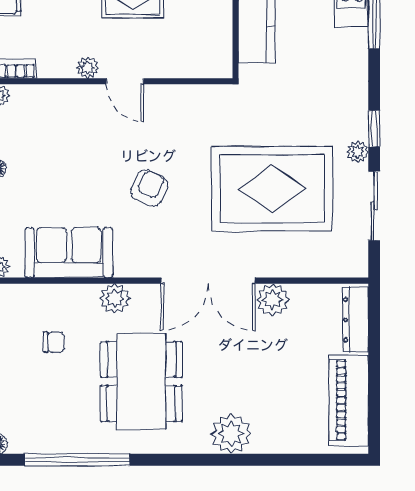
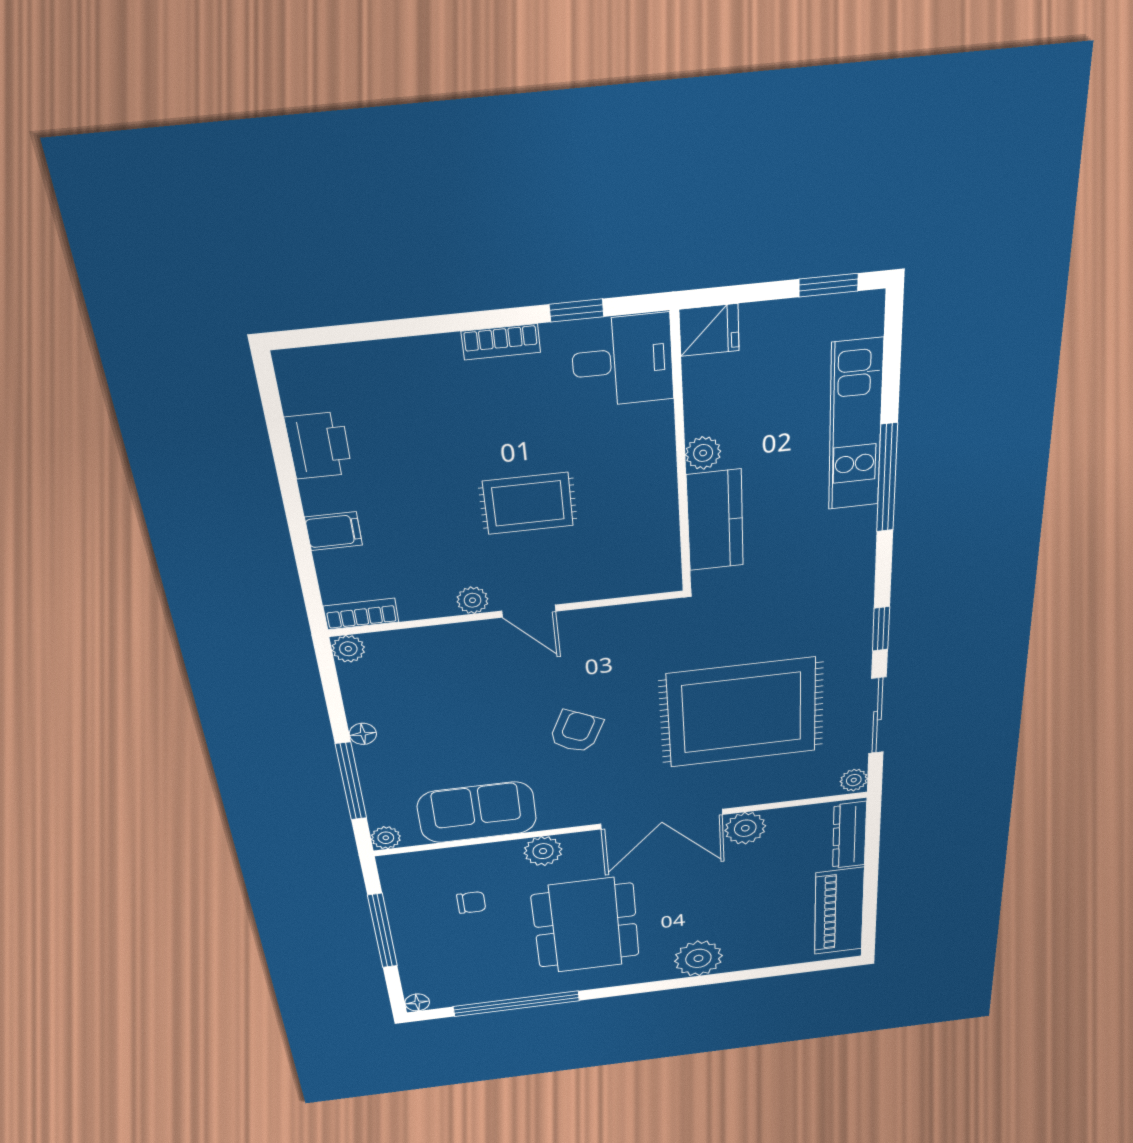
plant: (358, 152) -> (854, 780), moved

